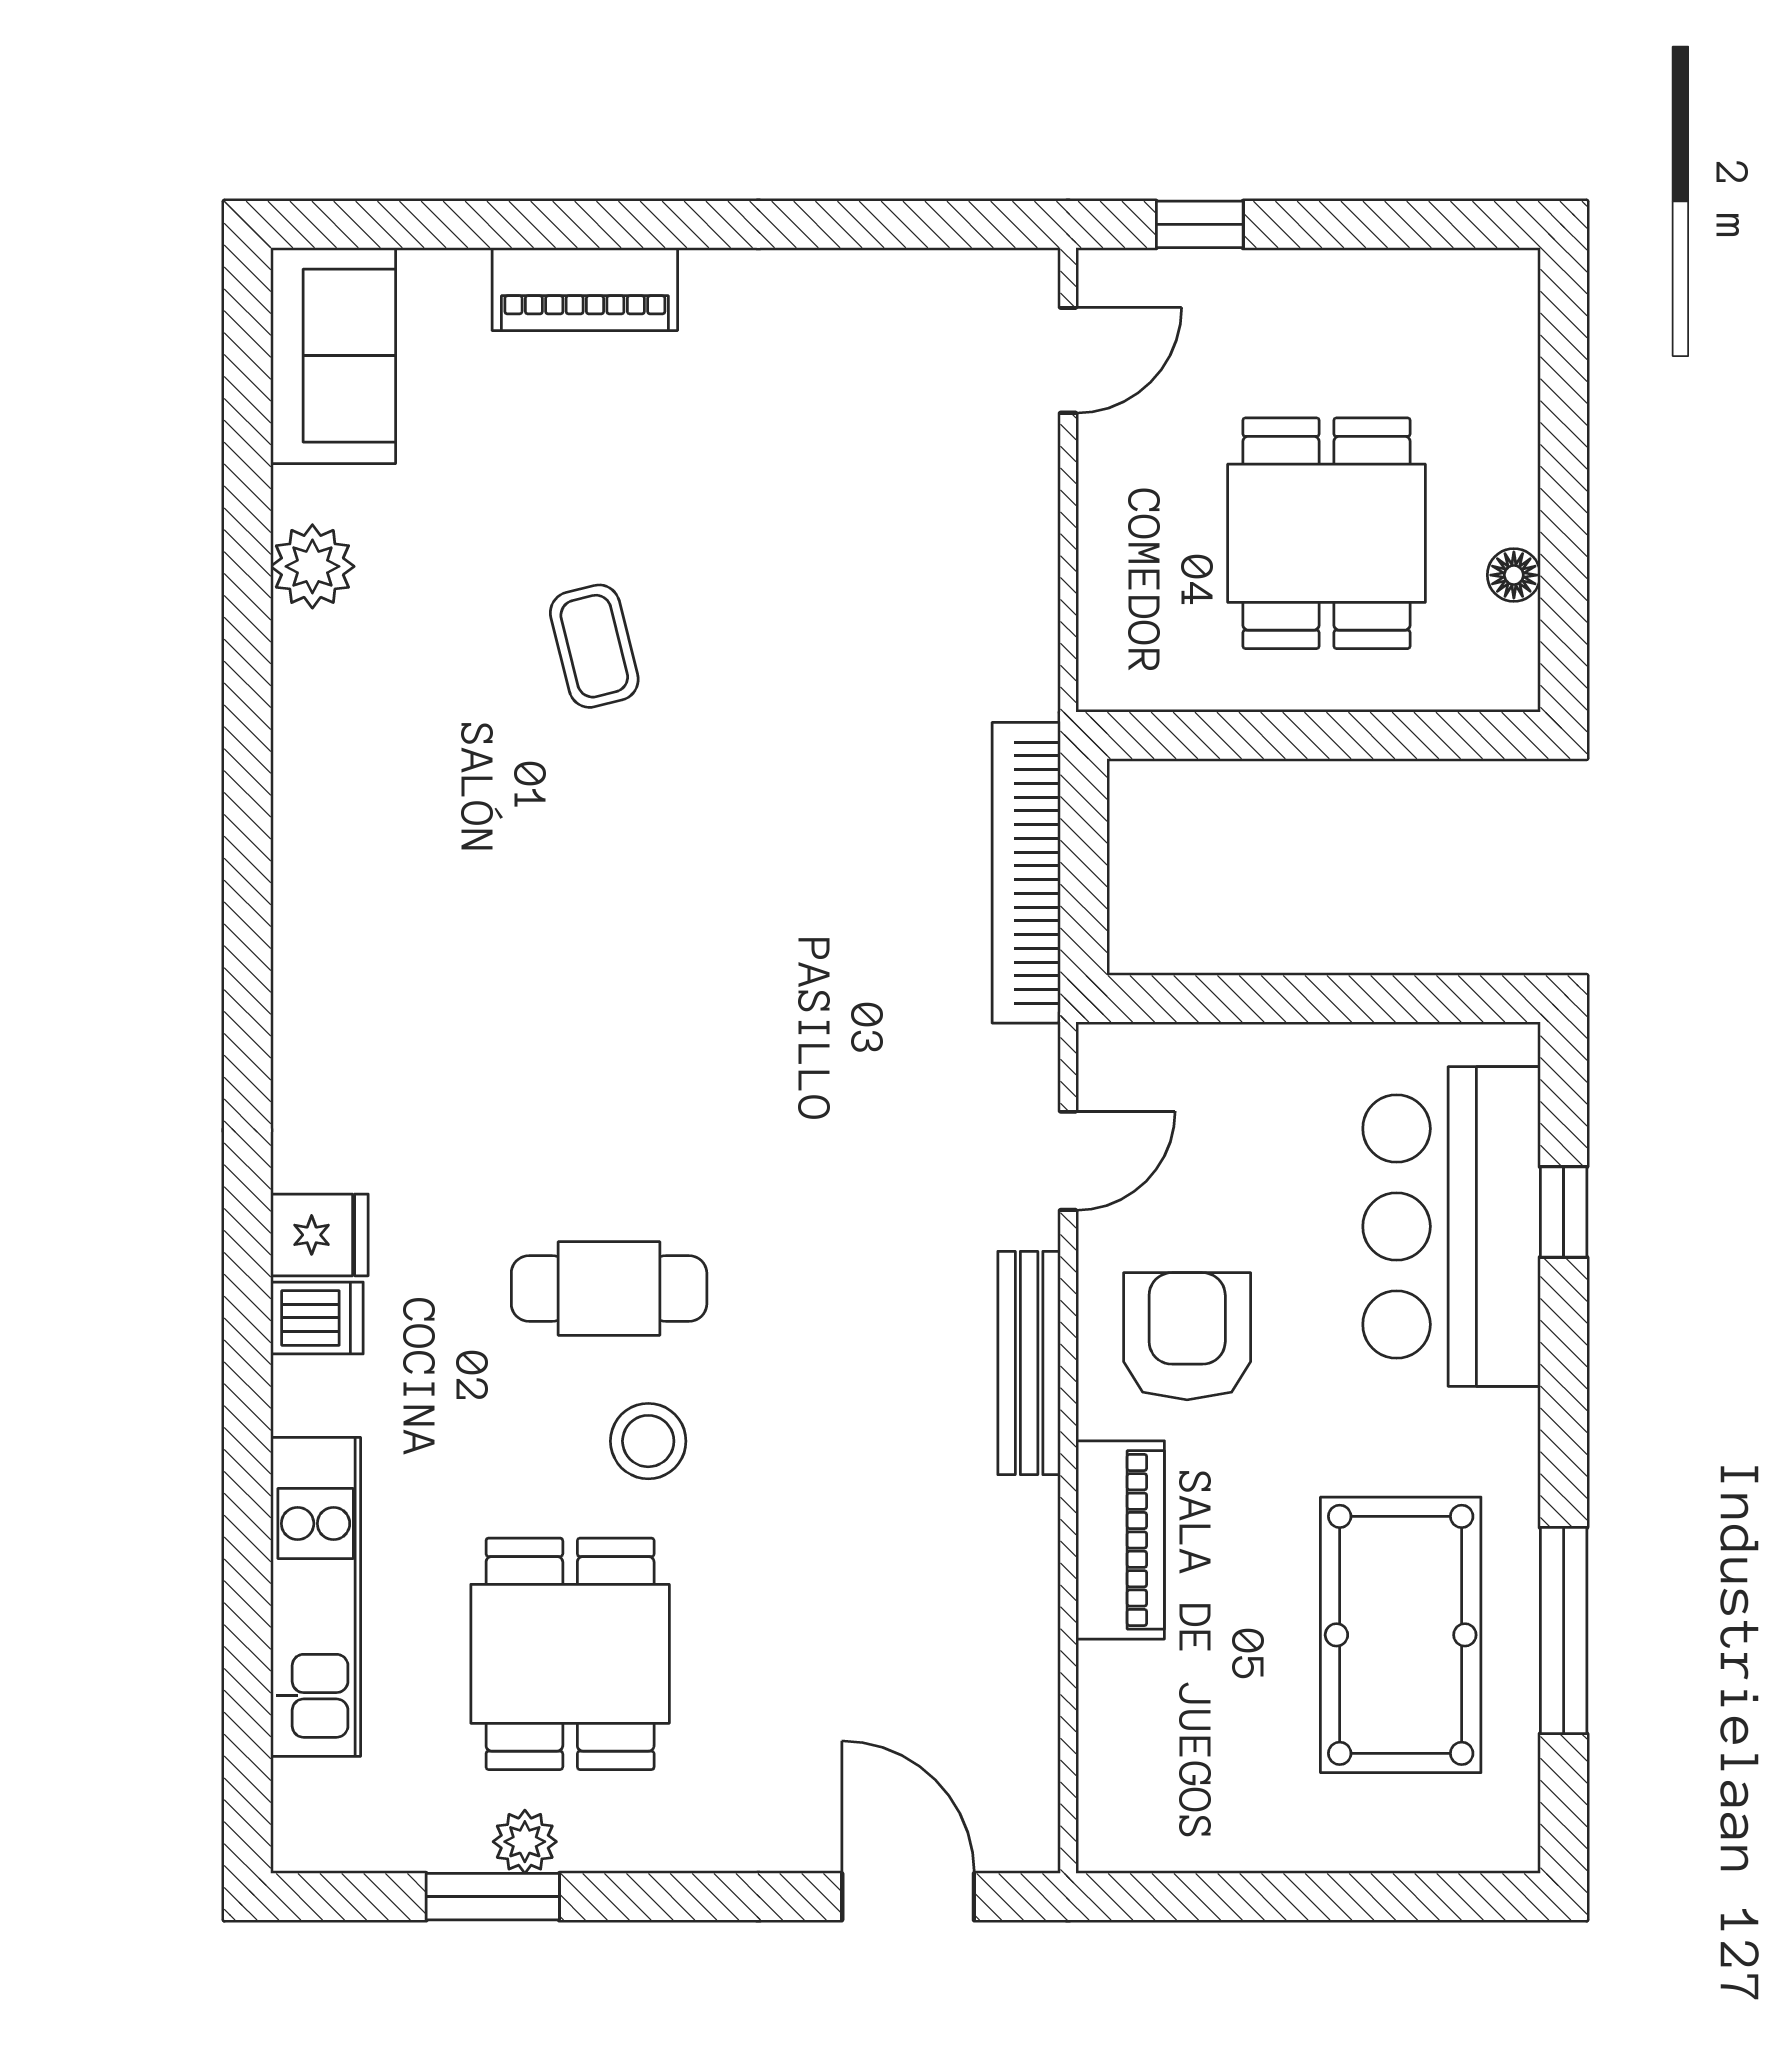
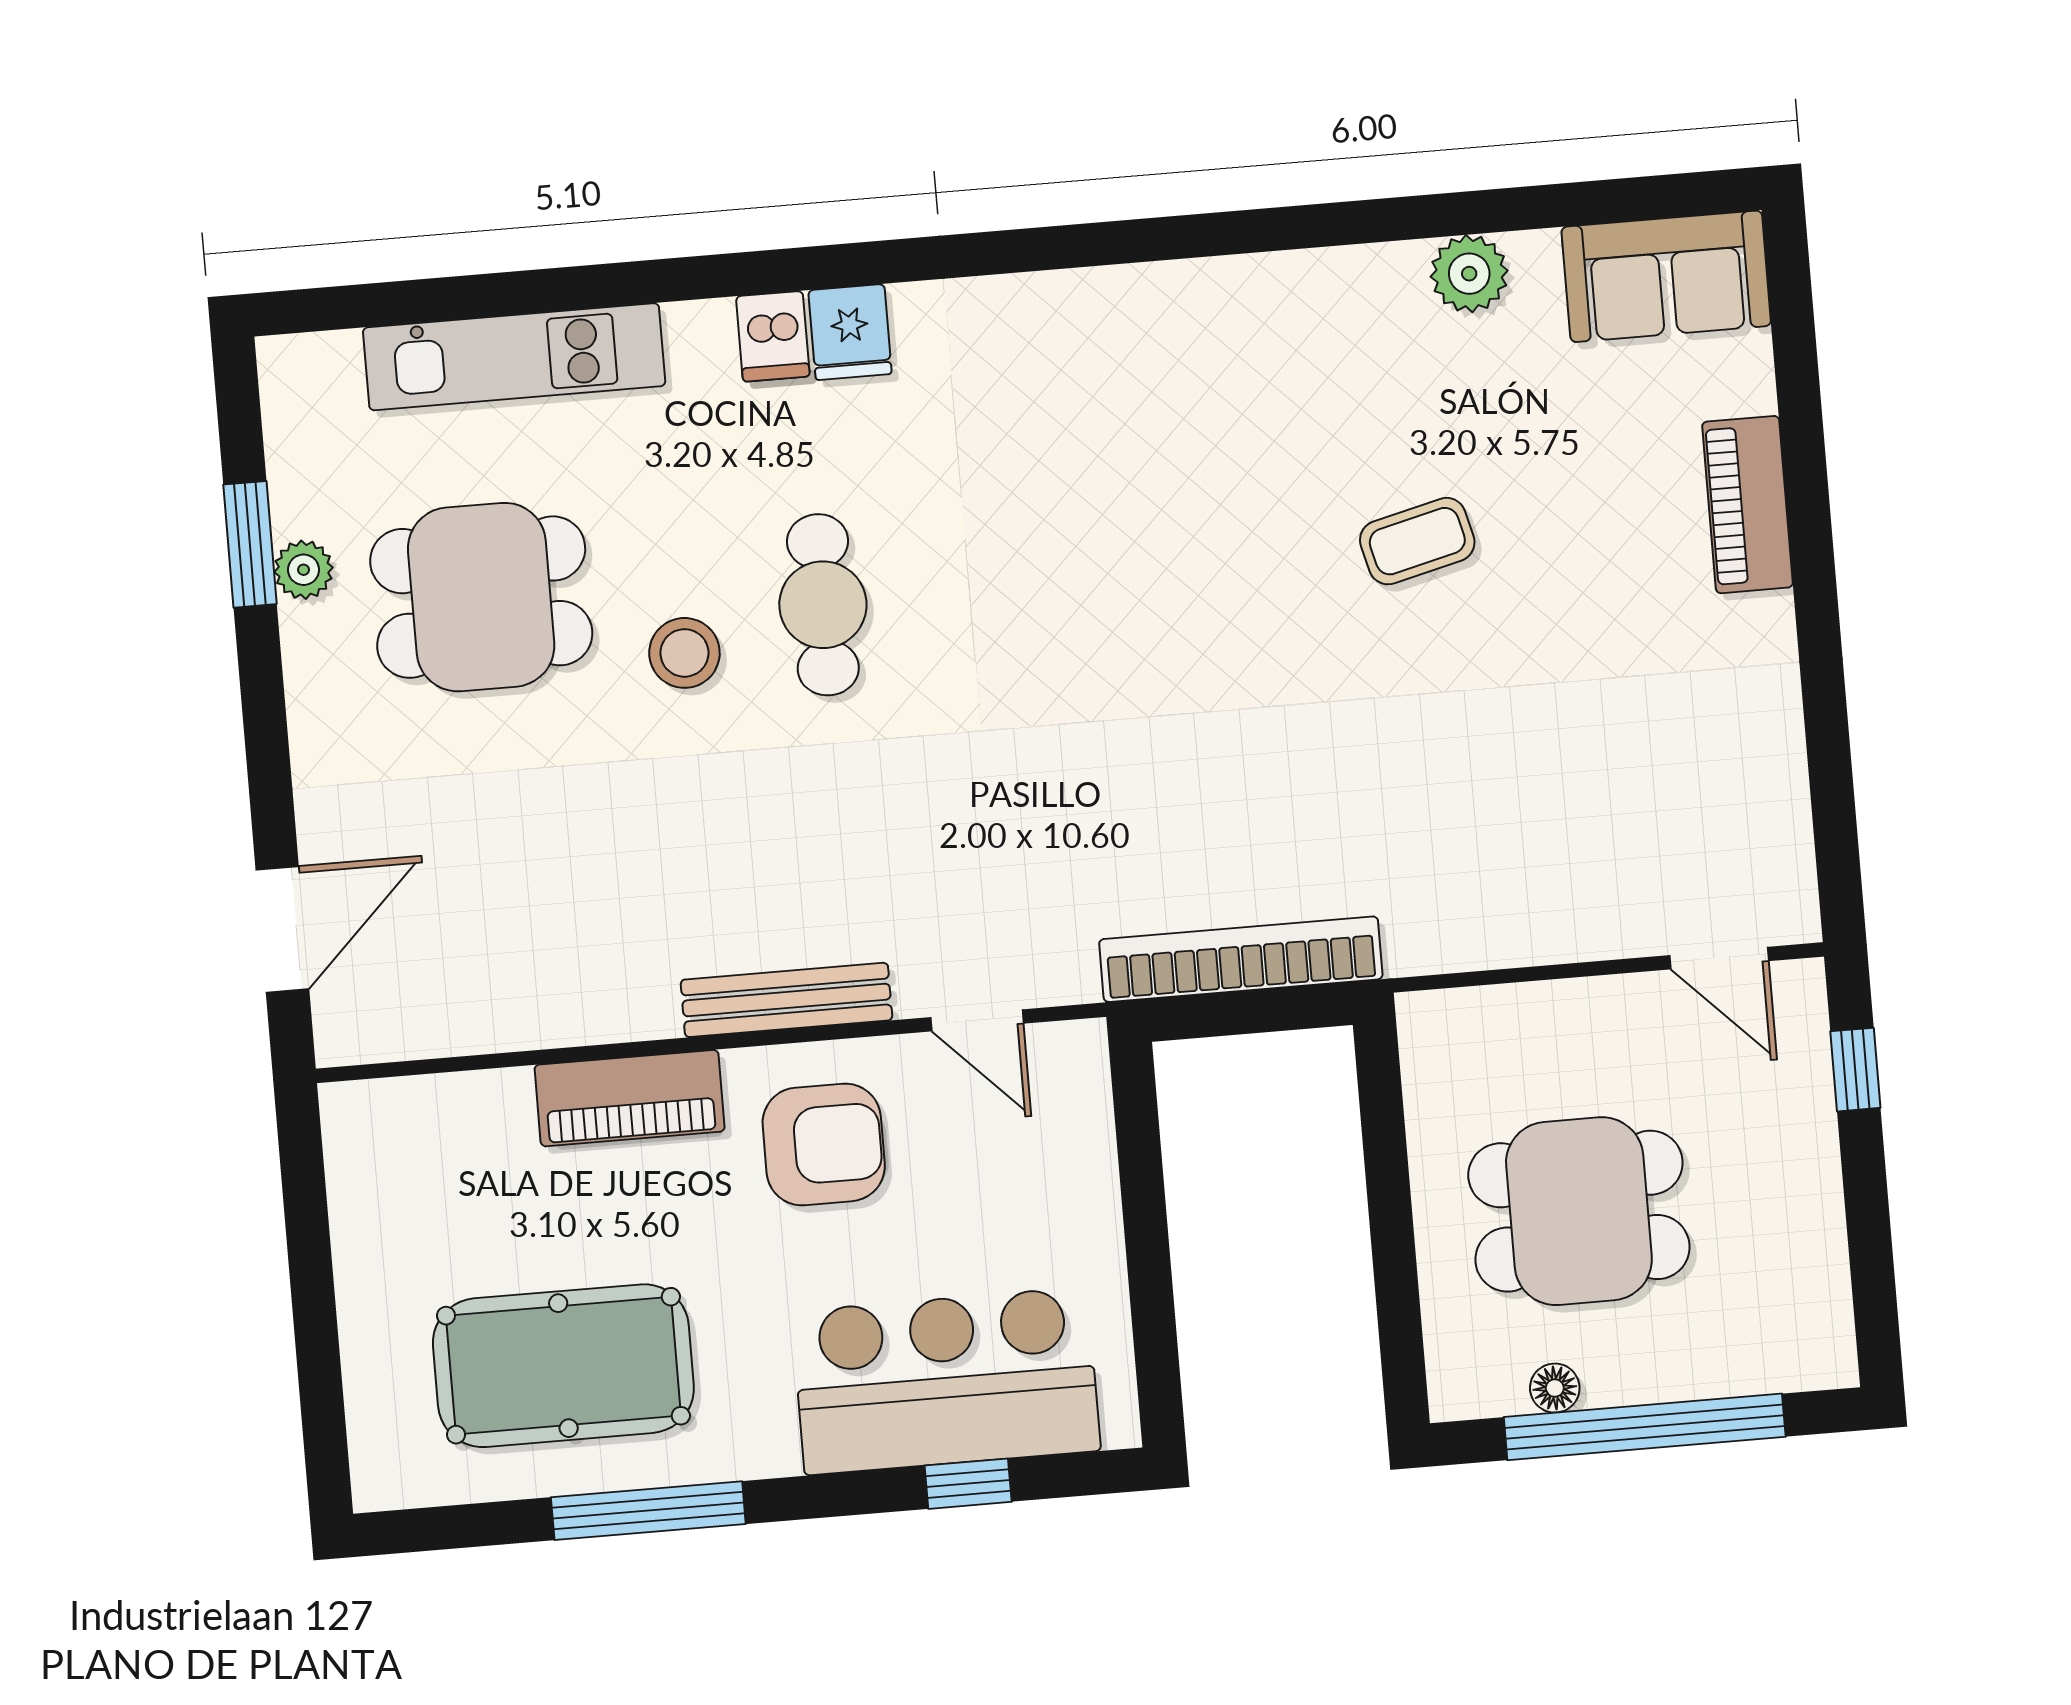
window: (1564, 482) -> (1645, 1427), added
window: (1564, 1631) -> (648, 1511), moved

